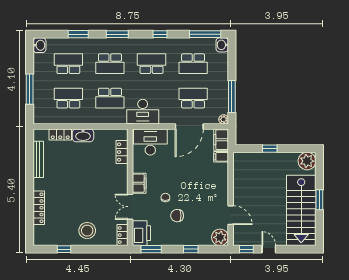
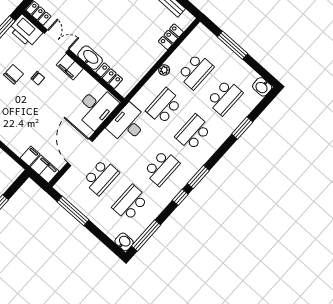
window: (117, 34) -> (198, 177), moved
plant: (224, 119) -> (164, 70), moved
washbasin: (83, 135) -> (90, 58), moved, turned 90

